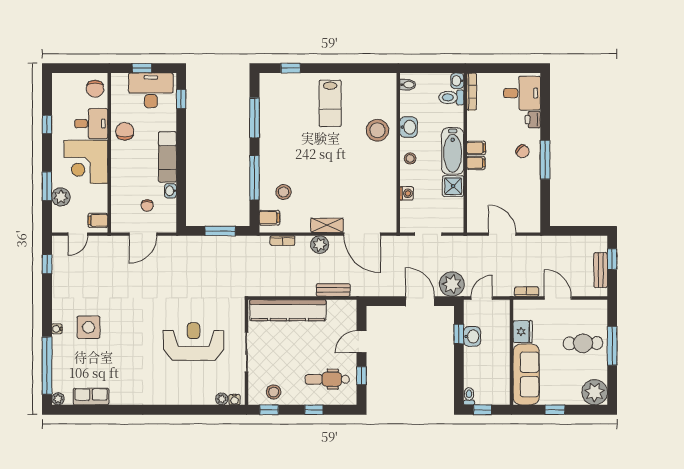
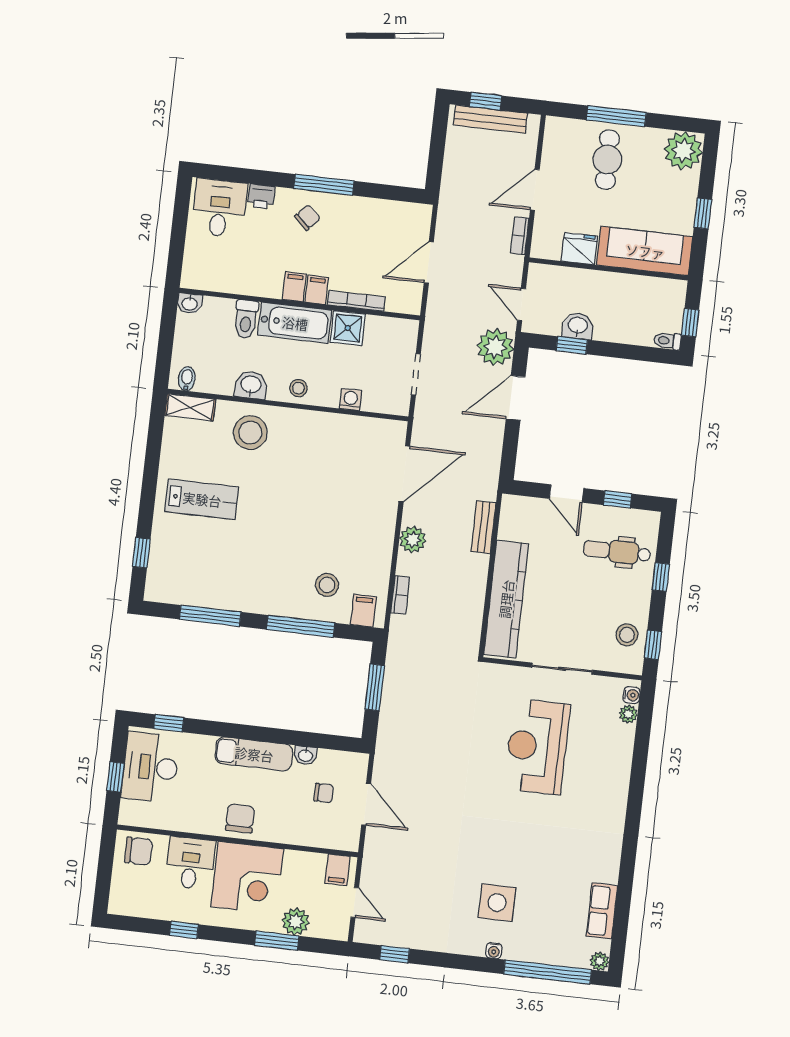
bookcase: (472, 92) -> (356, 301), moved
toilet: (451, 97) -> (246, 319), moved
chair: (125, 131) -> (240, 818), moved, turned 90
shelving: (327, 225) -> (190, 407), moved, turned 90
bench: (601, 270) -> (490, 119), width x1.36
dental chair: (327, 379) -> (617, 552), turned 90

